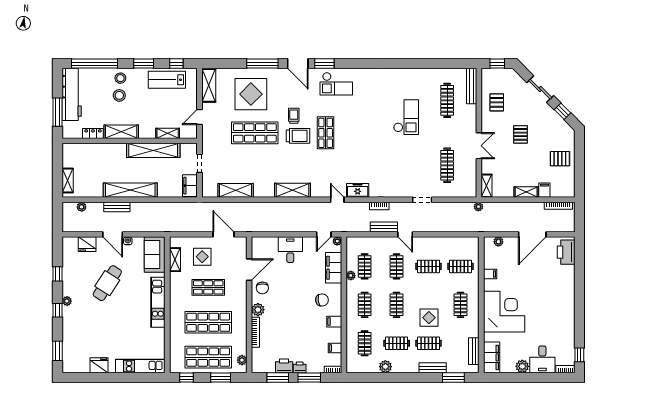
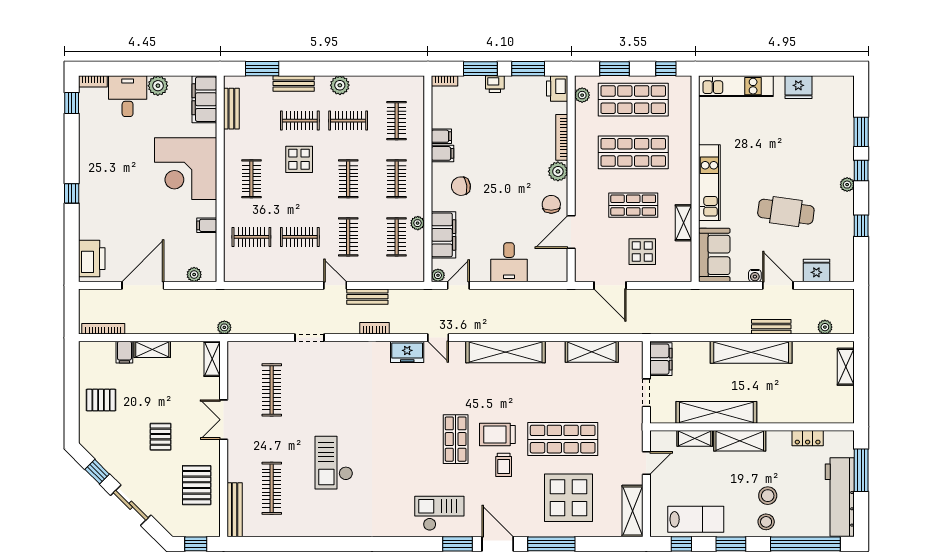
pallet: (497, 102) -> (197, 485), width x1.50, depth x1.42
shelving: (121, 132) -> (740, 441), moved
shelving: (293, 190) -> (506, 352), width x1.47
shelving: (175, 260) -> (684, 223), moved
cafe table: (107, 283) -> (786, 212), turned 65
window: (579, 295) -> (72, 193), added
filing cabinet: (335, 348) -> (441, 136), moved
window: (58, 351) -> (861, 132), moved
printer: (284, 366) -> (557, 89), moved, turned 90
plant: (385, 367) -> (340, 85), moved

